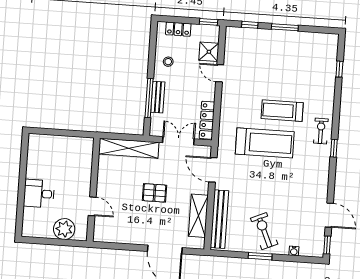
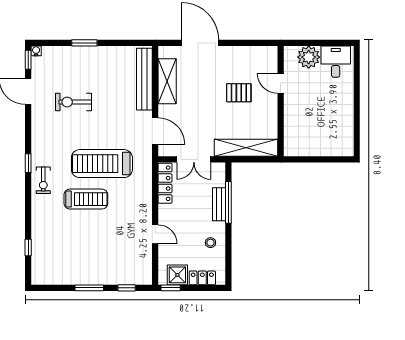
shower: (209, 52) -> (177, 275), moved
pallet: (155, 193) -> (239, 93), moved
desk: (39, 194) -> (336, 62), moved, turned -90
exercise bike: (264, 231) -> (74, 102), moved, turned 114
water cooler: (294, 251) -> (36, 51), moved
window: (260, 256) -> (84, 43), moved

